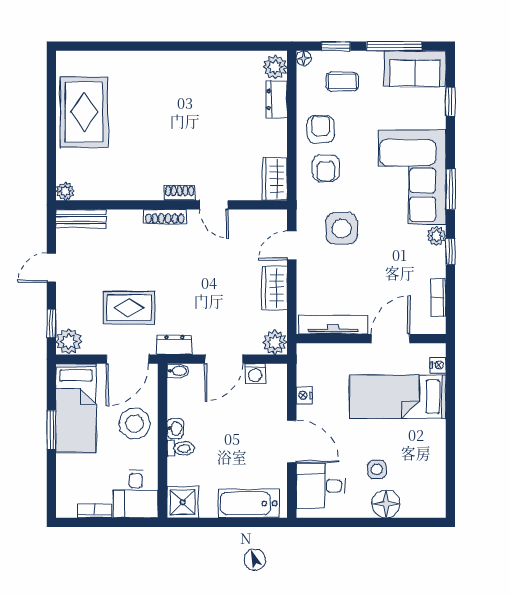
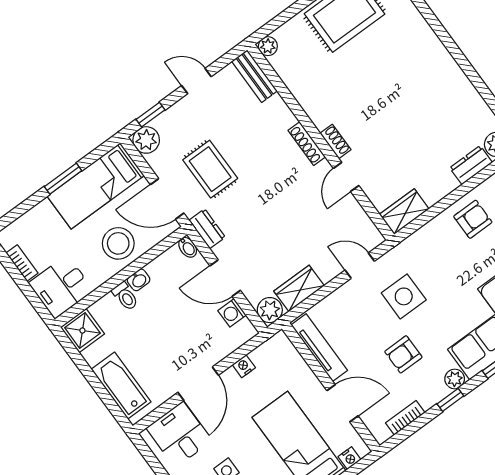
armchair: (326, 168) -> (403, 354), moved
wardrobe: (275, 288) -> (299, 288), moved

